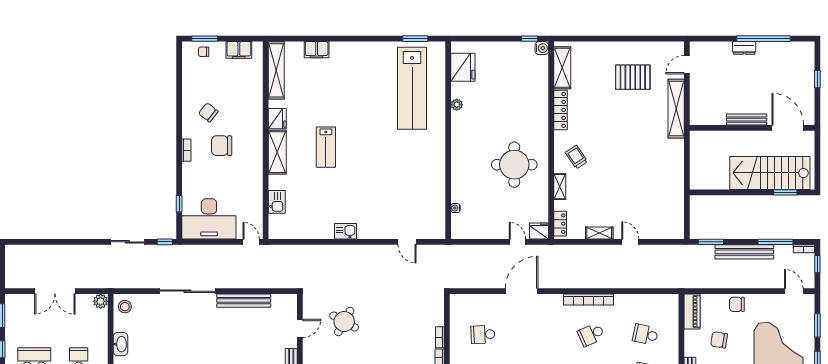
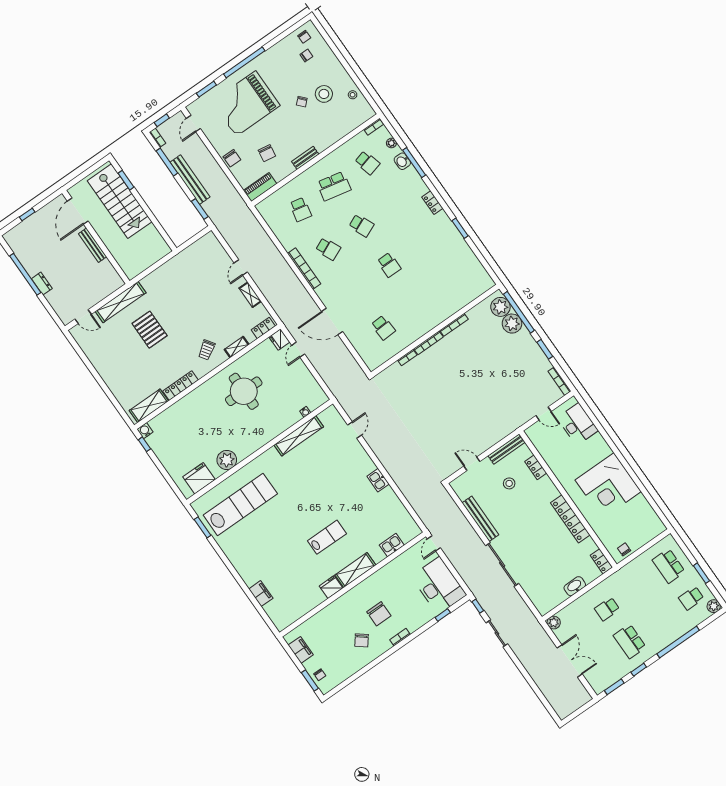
shelving: (276, 70) -> (299, 436), moved
pallet: (633, 77) -> (150, 330), moved
plant: (457, 105) -> (227, 460), width x1.87, depth x1.87
stool: (125, 307) -> (509, 483), moved
round table: (344, 322) -> (444, 435), removed

